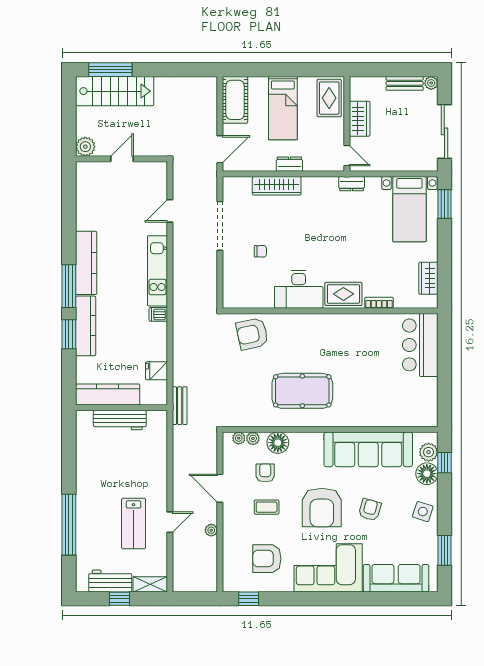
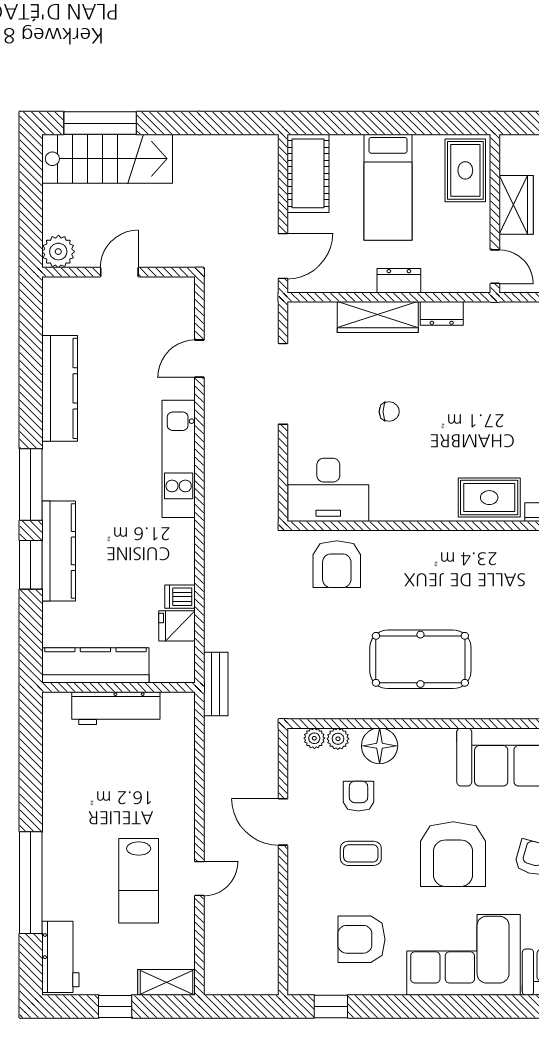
dresser: (352, 184) -> (442, 313), moved
chair: (260, 251) -> (389, 412), moved
kitchen counter: (86, 263) -> (60, 388), moved
desk: (299, 289) -> (328, 490), moved
dishwasher: (158, 314) -> (180, 597), moved
armchair: (252, 334) -> (337, 564), turned -78
plant: (211, 530) -> (268, 892), removed
workbench: (110, 581) -> (60, 957), moved, turned 90

